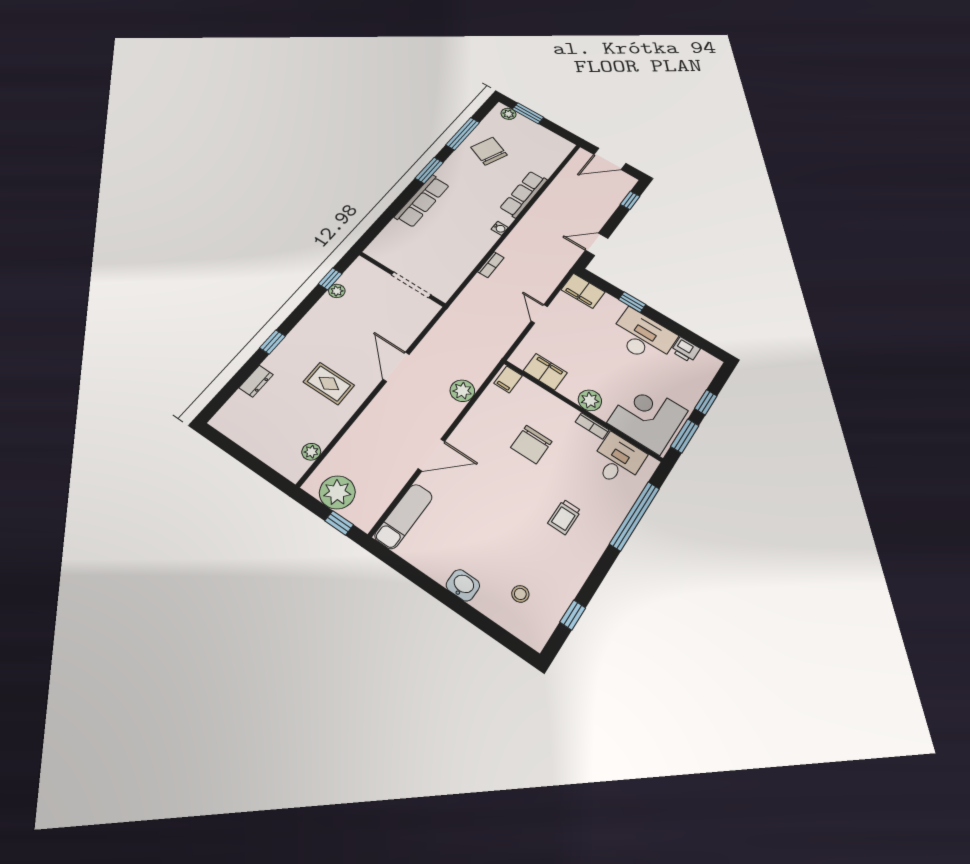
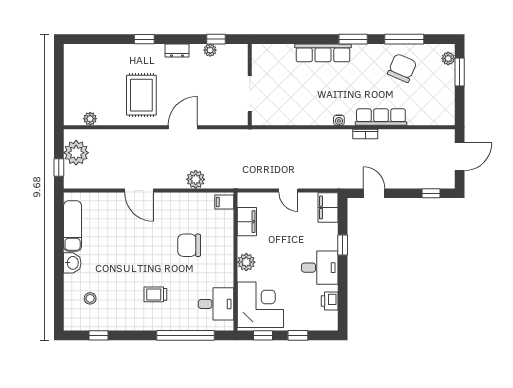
door: (610, 159) -> (460, 157), swing flipped
bookcase: (491, 265) -> (365, 134), moved
door: (539, 314) -> (288, 190), swing flipped
desk: (643, 337) -> (320, 268), width x0.73
dresser: (256, 381) -> (177, 50), moved
rug: (329, 384) -> (141, 95), width x1.36, depth x1.43
bookcase: (592, 426) -> (229, 274), removed
window: (685, 436) -> (263, 335), width x0.67
exam couch: (404, 516) -> (73, 226), moved, turned -90

